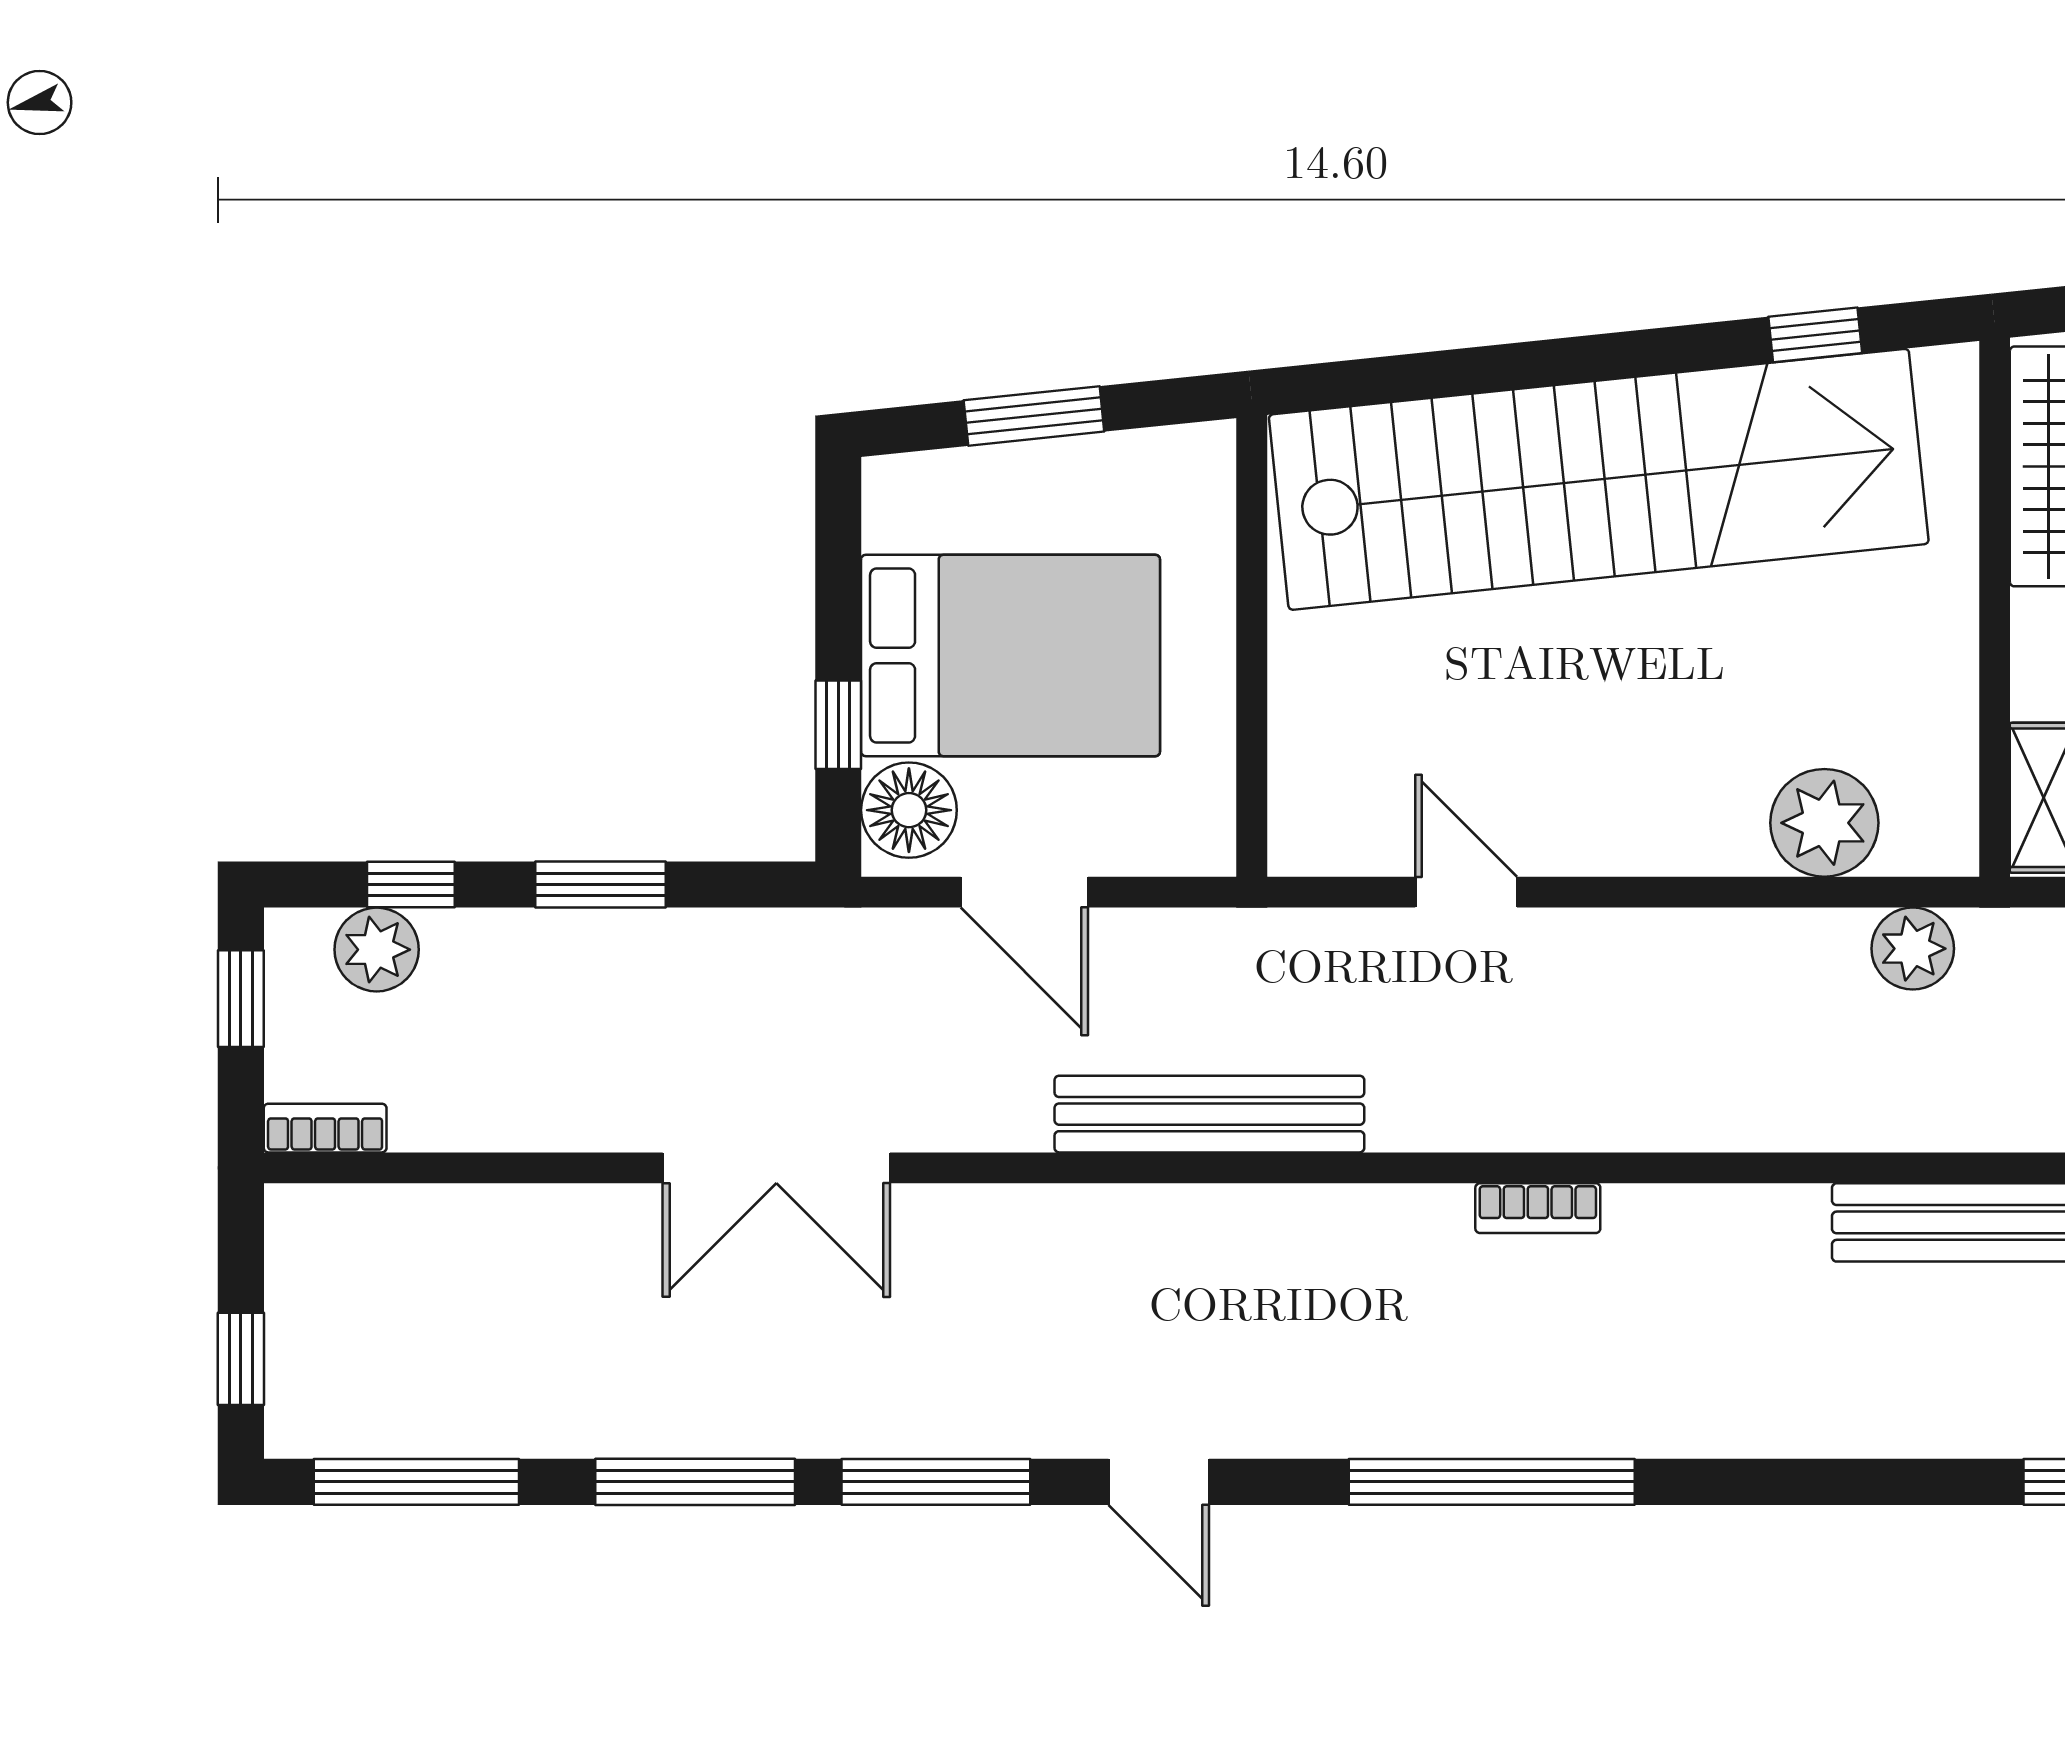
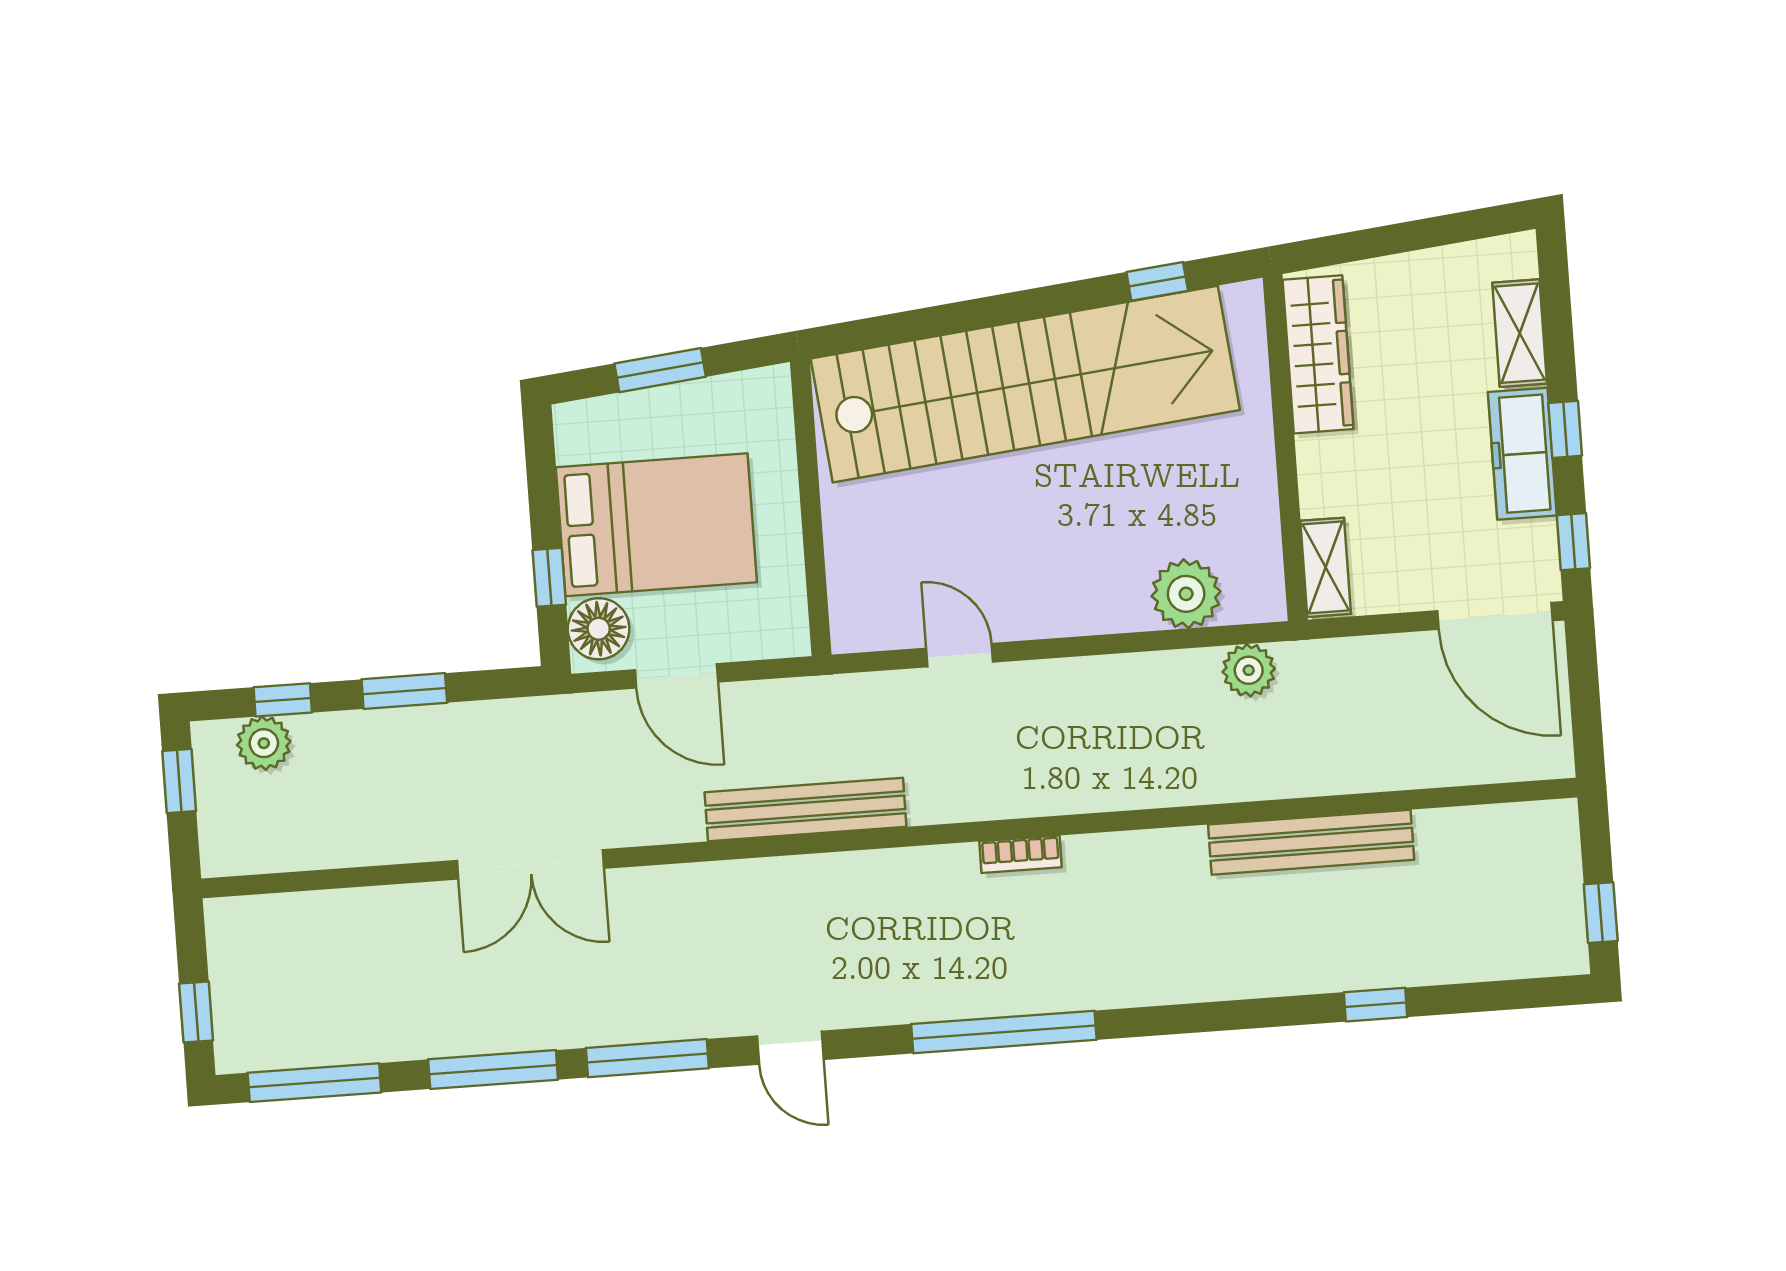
bookcase: (325, 1128) -> (239, 860), removed

